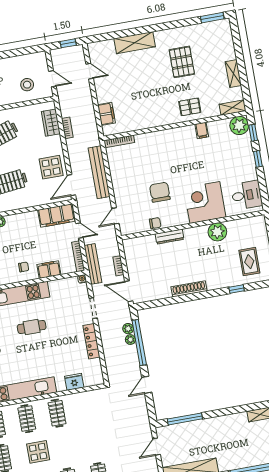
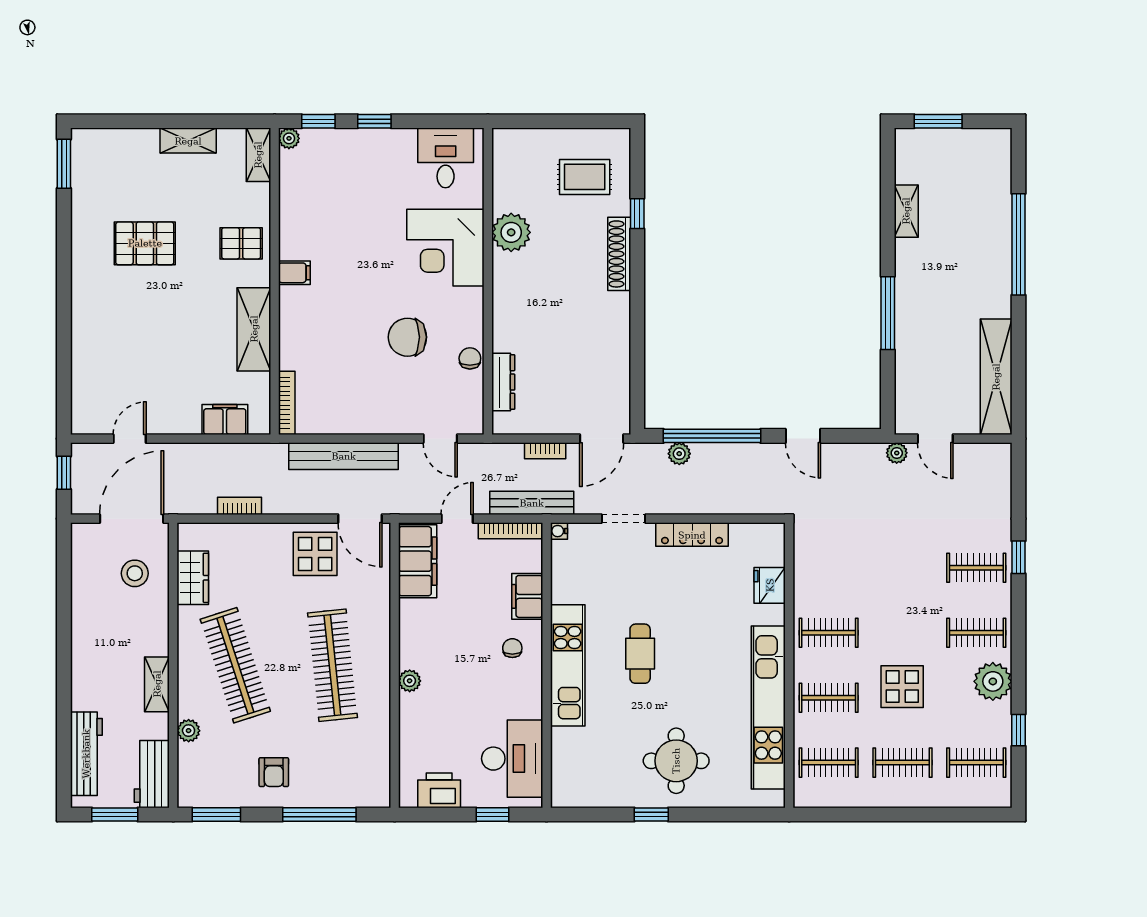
shelving: (135, 43) -> (254, 329), moved
door: (52, 79) -> (132, 519), width x1.87
pallet: (190, 107) -> (241, 243), turned 90
wardrobe: (51, 123) -> (193, 578), moved, turned -90
plant: (239, 125) -> (289, 138), width x0.53, depth x0.53
filing cabinet: (202, 130) -> (294, 273), moved
dresser: (169, 237) -> (503, 382), moved
shoe rack: (189, 289) -> (619, 254), moved
plant: (130, 340) -> (897, 453), moved
window: (185, 419) -> (888, 313), moved

